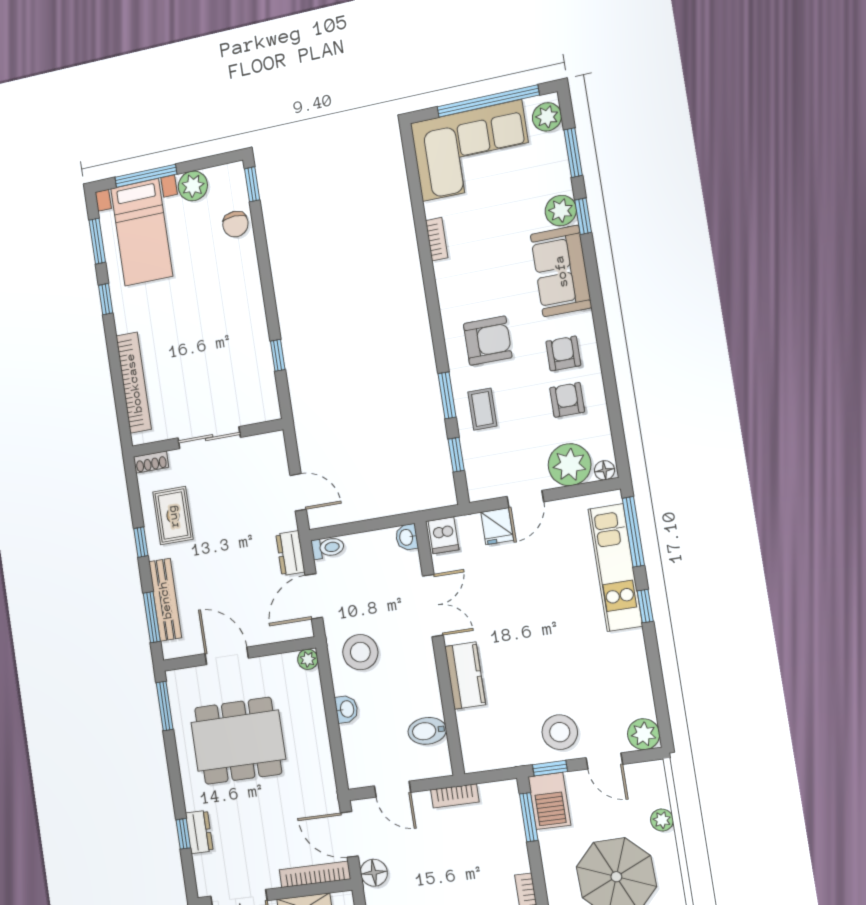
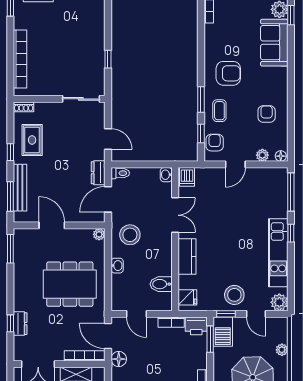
armchair: (563, 353) -> (215, 143), moved
sliding door: (209, 438) -> (81, 99), moved
plant: (570, 465) -> (262, 155), width x0.53, depth x0.53
fridge: (497, 526) -> (187, 297), moved, turned -90
kitchen unit: (615, 567) -> (278, 253), moved
dining table: (238, 741) -> (70, 284), moved
printer: (500, 797) -> (196, 326), added

